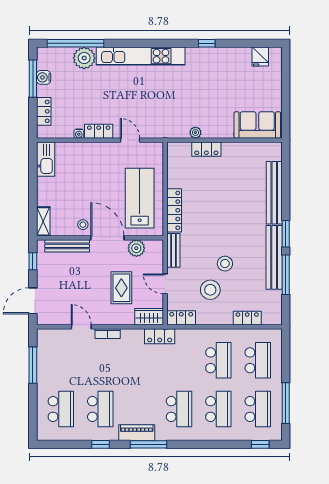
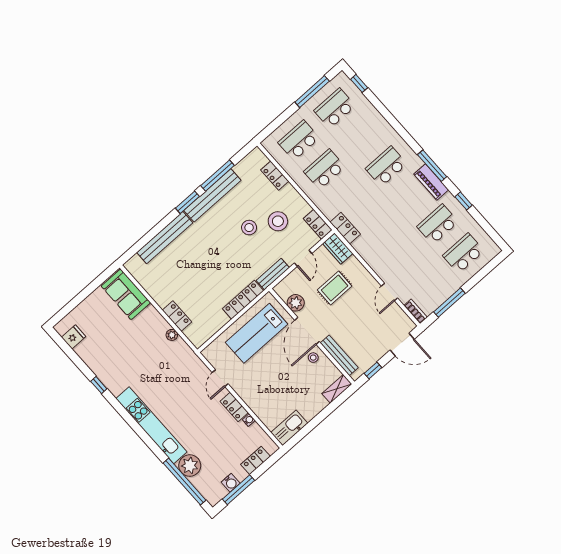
bookcase: (108, 334) -> (416, 311), moved
school desk: (218, 409) -> (360, 137), removed

